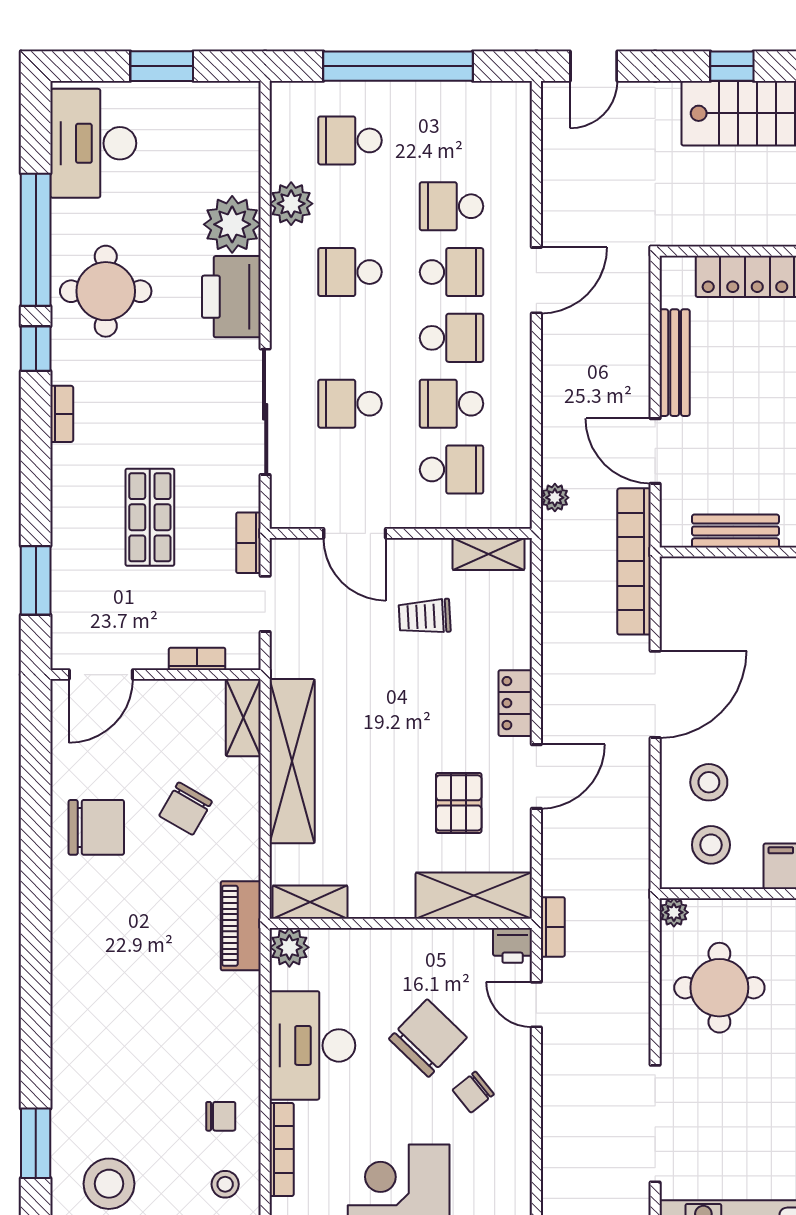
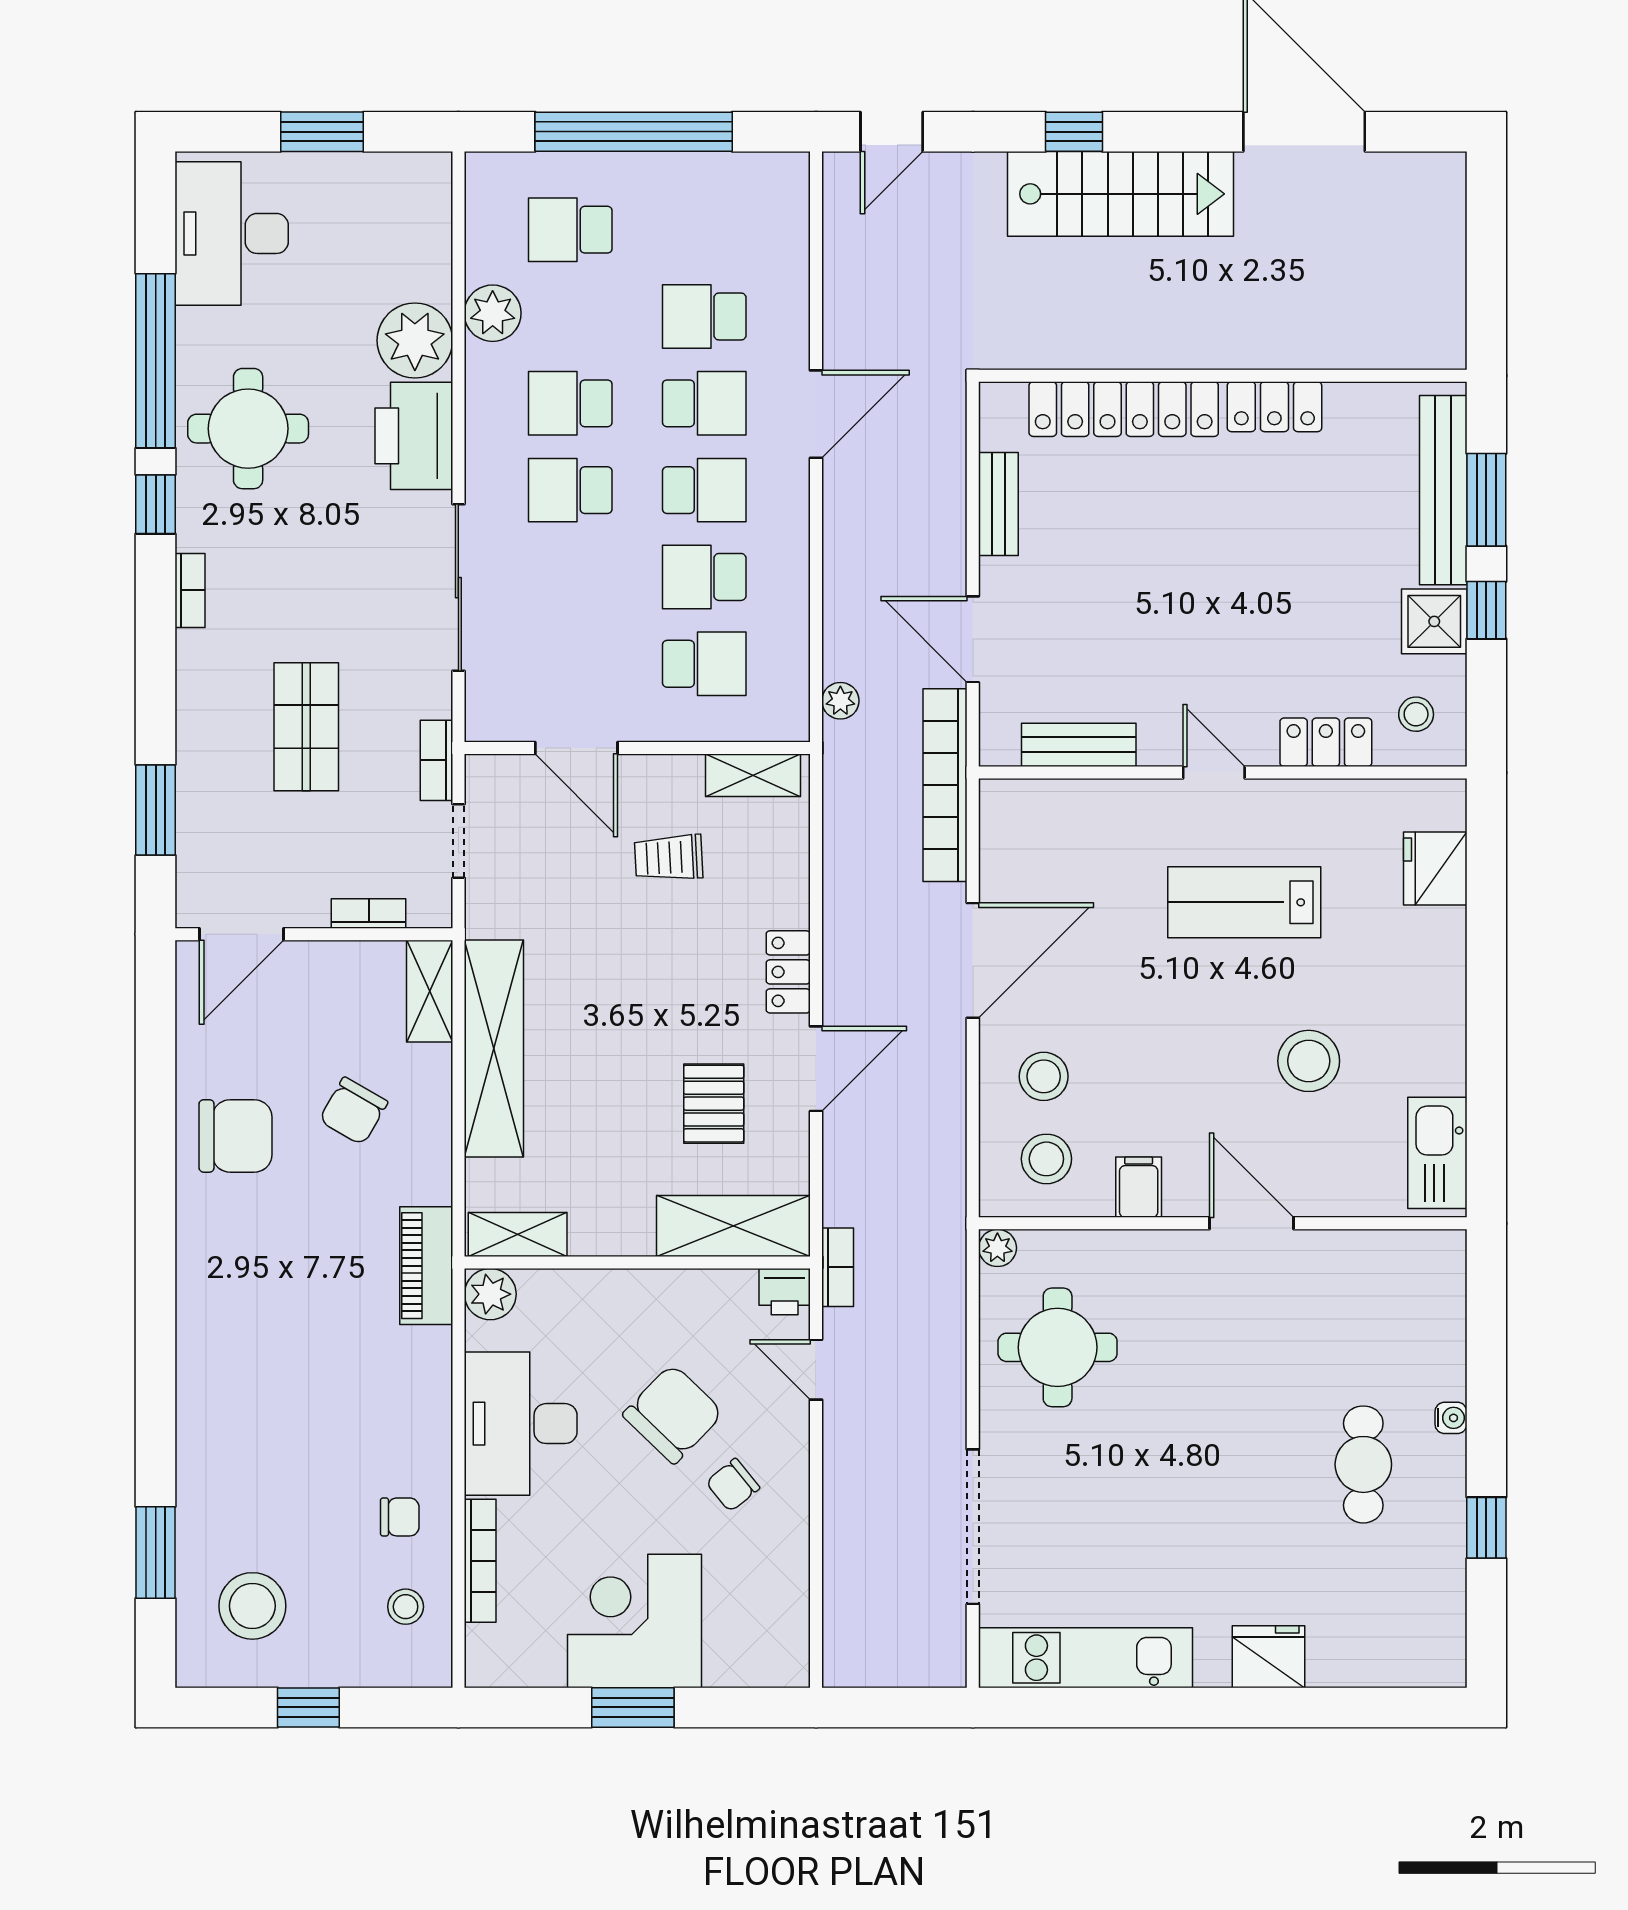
bench: (675, 363) -> (998, 504), width x0.73
school desk: (350, 404) -> (570, 490), moved

